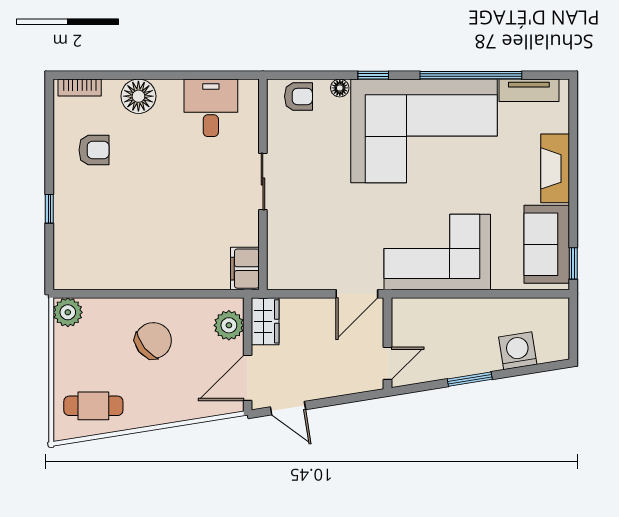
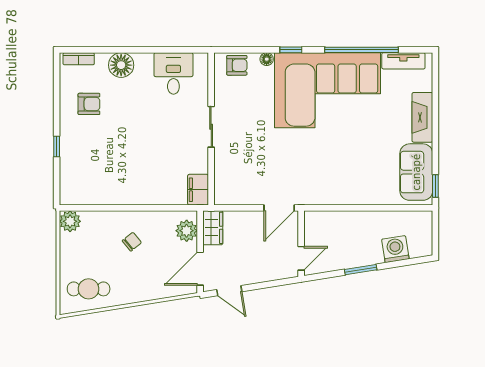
corner sofa: (437, 252) -> (337, 178), removed
chair: (153, 341) -> (132, 242), width x0.54, depth x0.54

